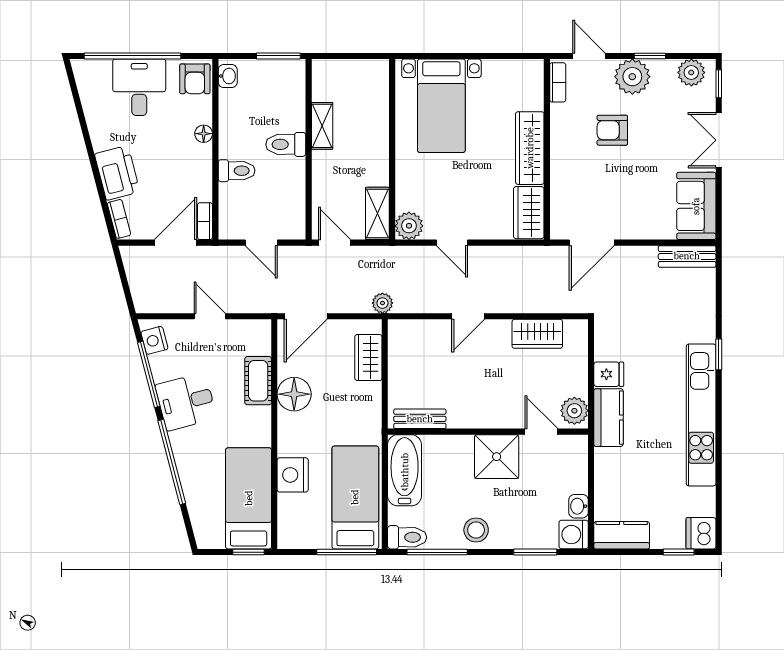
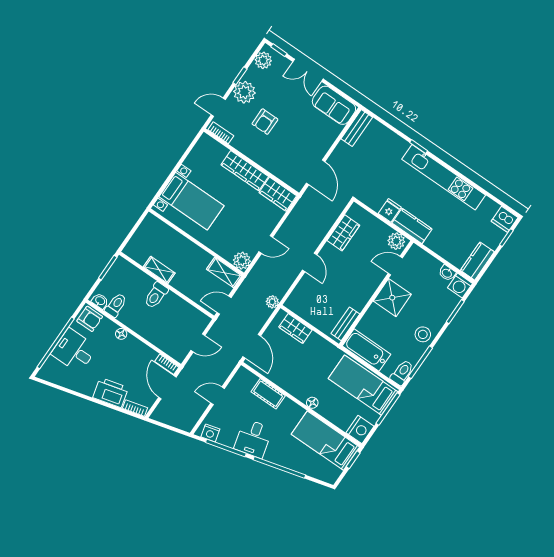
toilet: (237, 171) -> (116, 305), moved
floor lamp: (294, 394) -> (312, 403), moved, width x0.53, depth x0.53
nightstand: (293, 475) -> (360, 429), moved, turned -90

